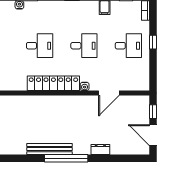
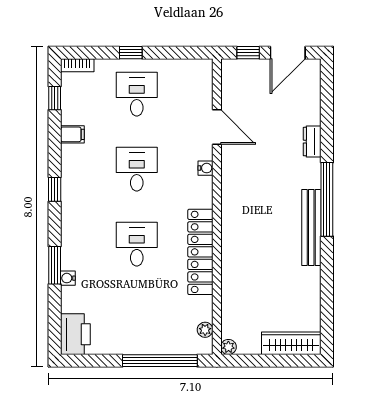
locker: (53, 83) -> (200, 252), moved

